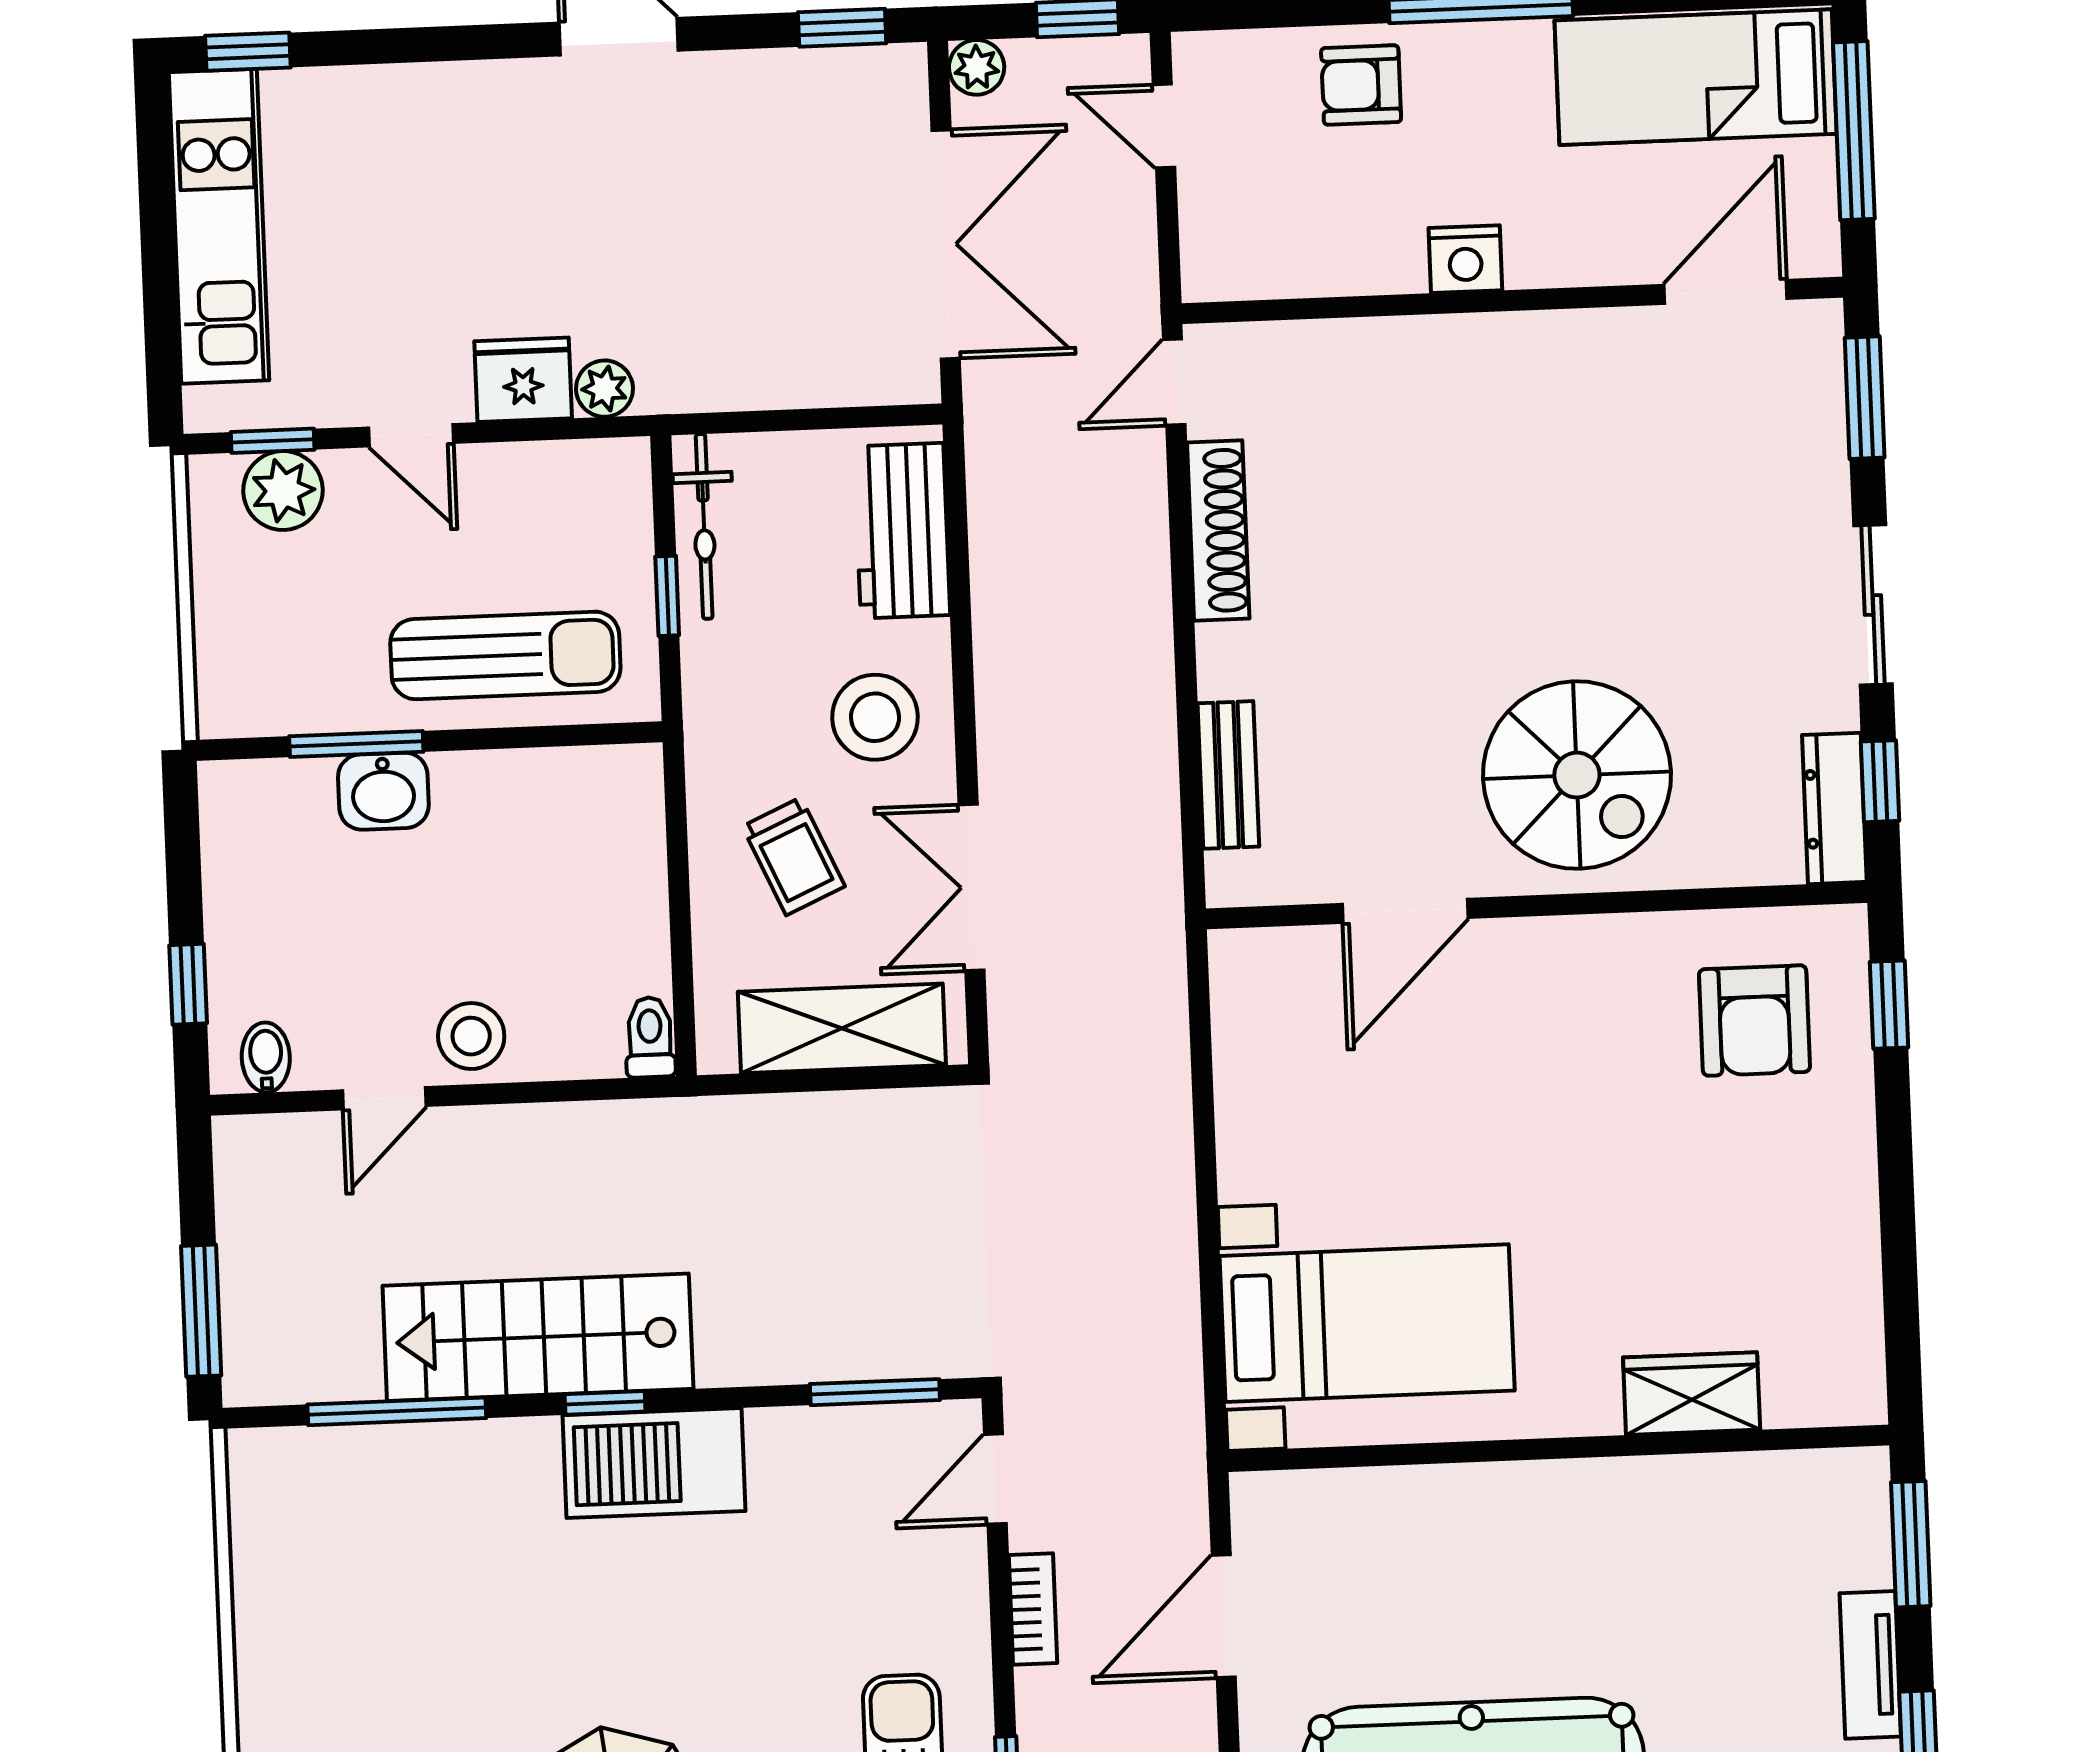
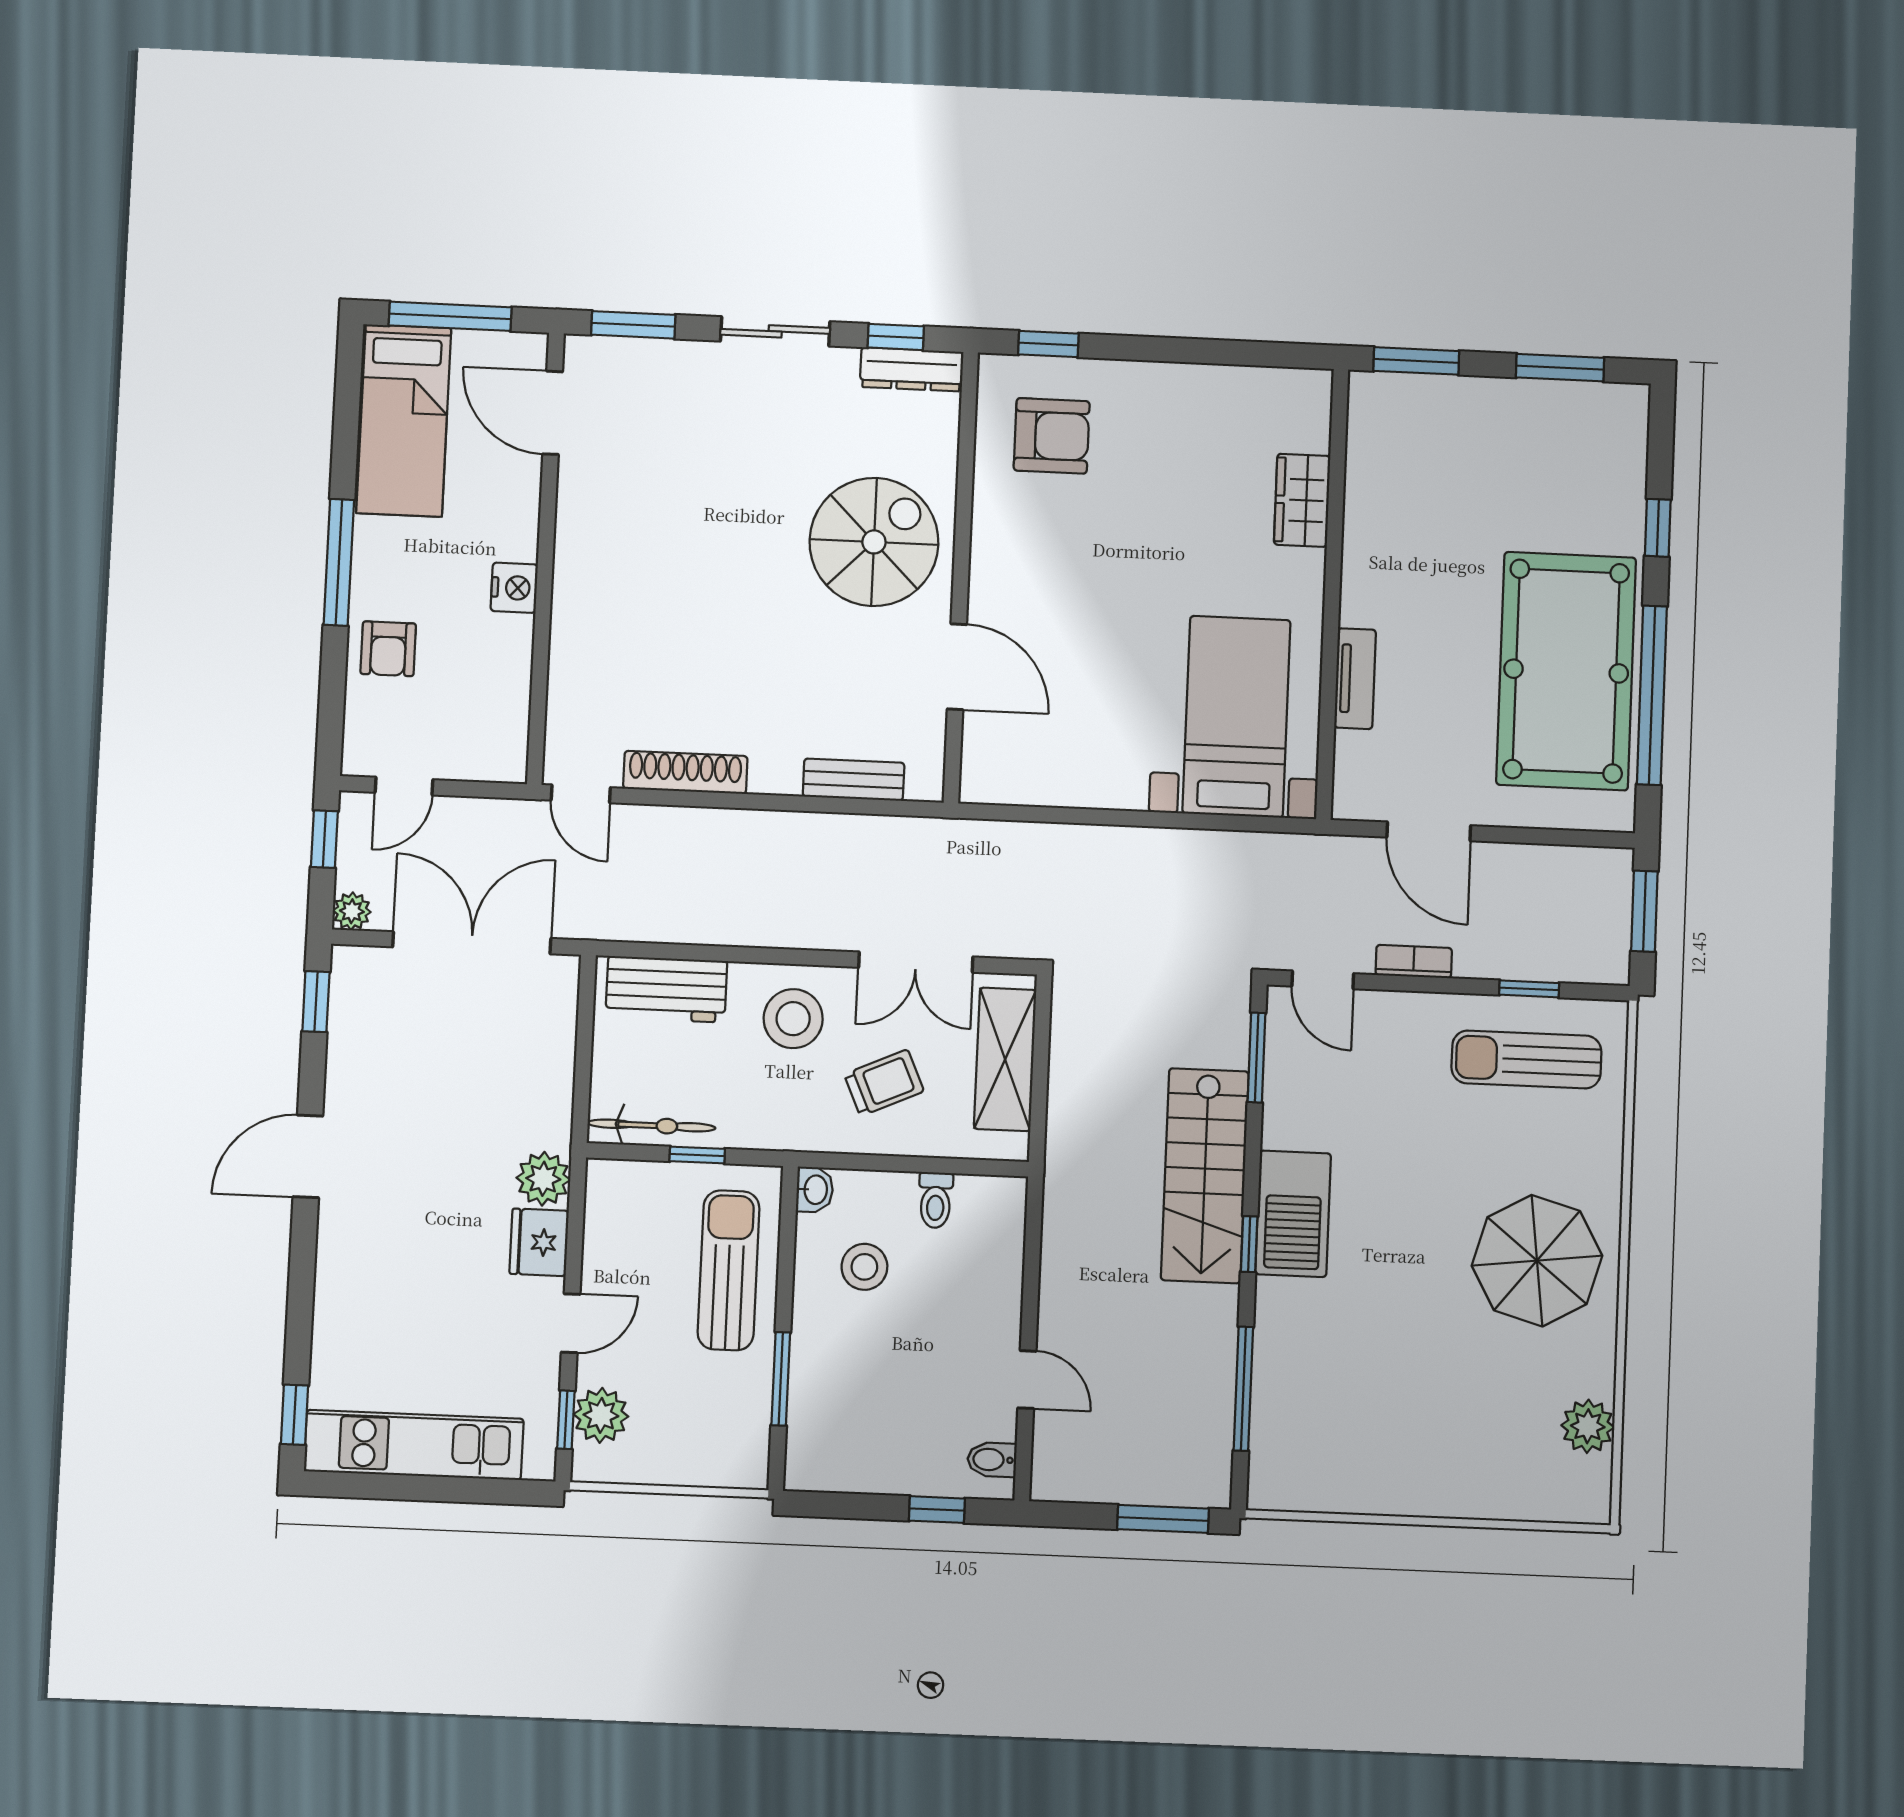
plant: (605, 389) -> (543, 1179), width x1.38, depth x1.38
washbasin: (383, 791) -> (815, 1190), moved, width x0.72, depth x0.69
stool: (471, 1036) -> (864, 1267), moved
toilet: (650, 1037) -> (936, 1200), moved, turned -90
stairs: (538, 1337) -> (1205, 1176), moved
tv unit: (1870, 1665) -> (1355, 679), moved, turned -90

